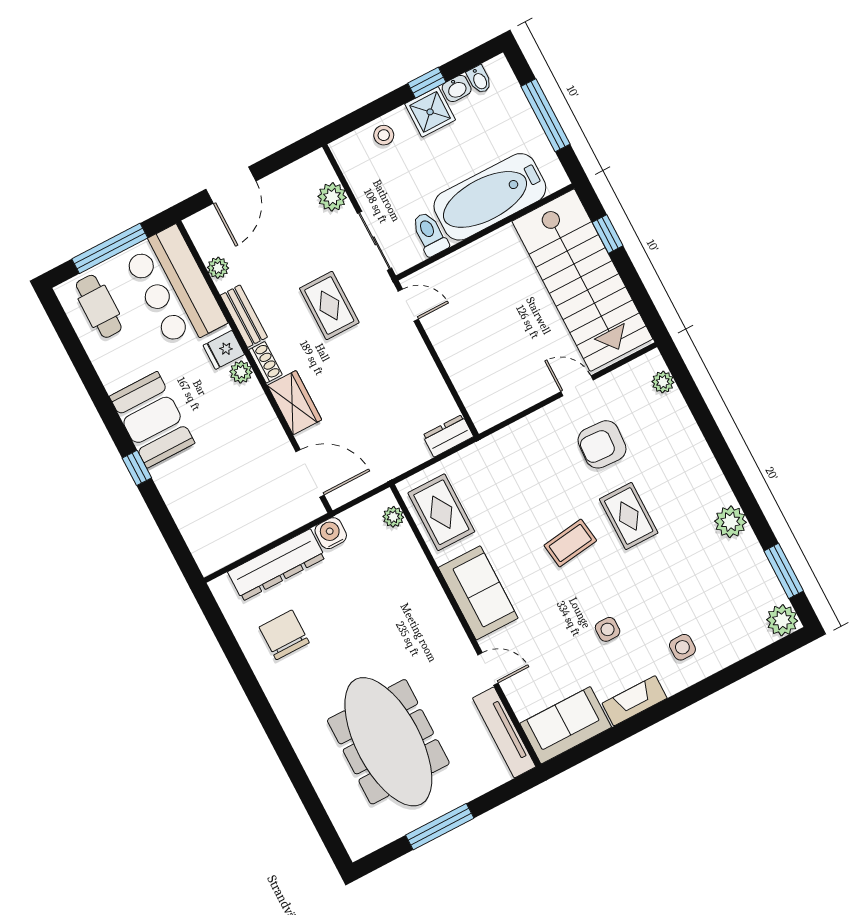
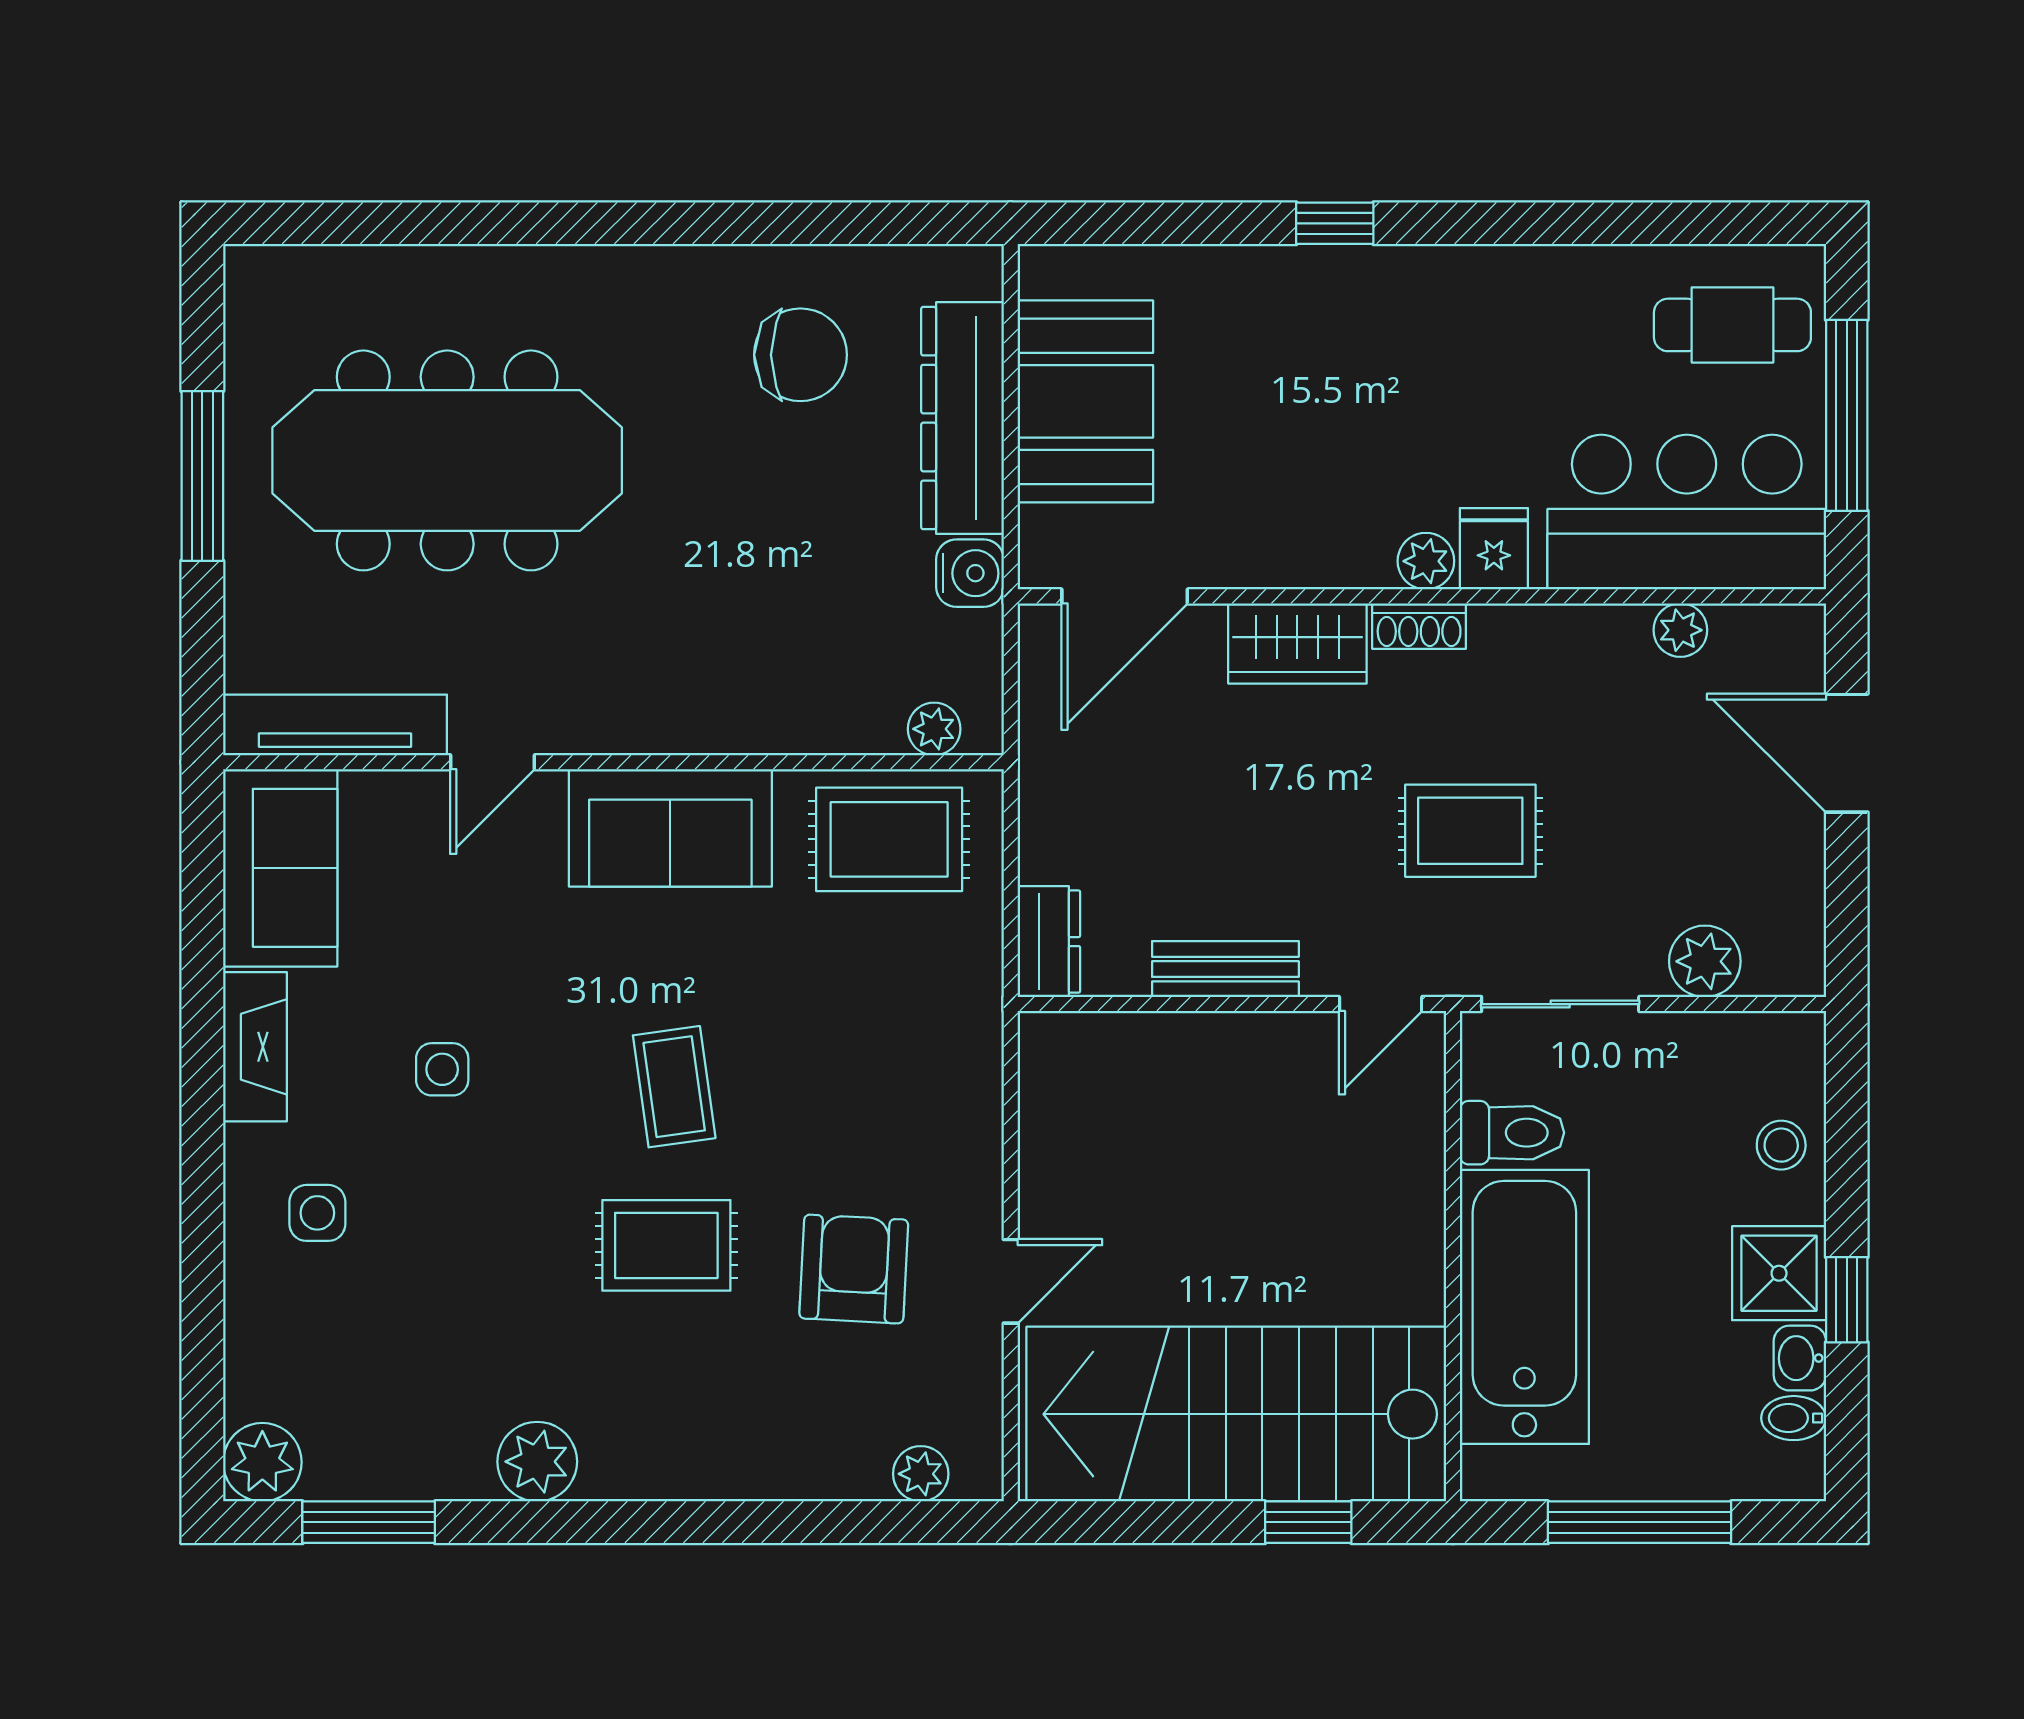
bench: (244, 316) -> (1225, 969), moved
booth: (152, 420) -> (1085, 401), moved, turned 90

